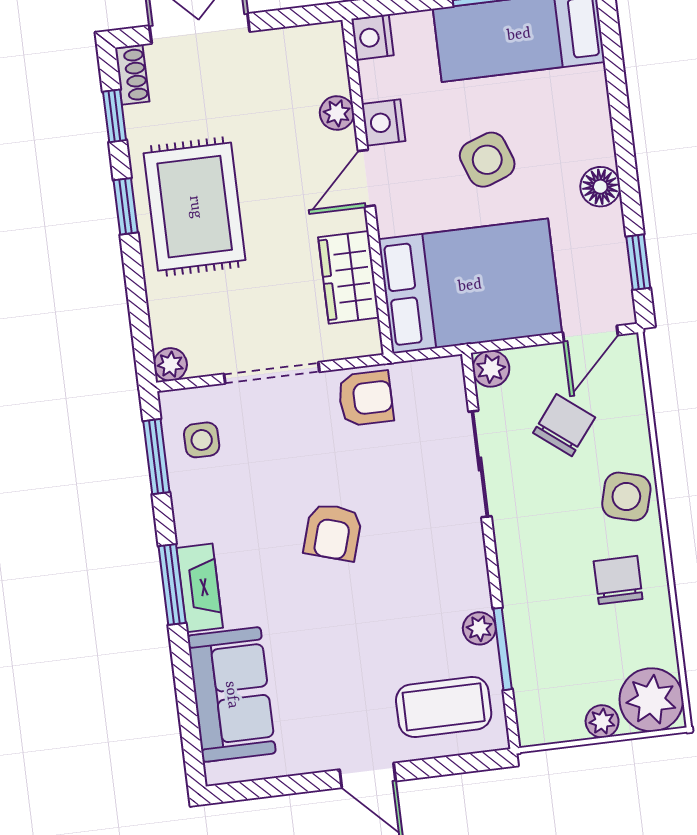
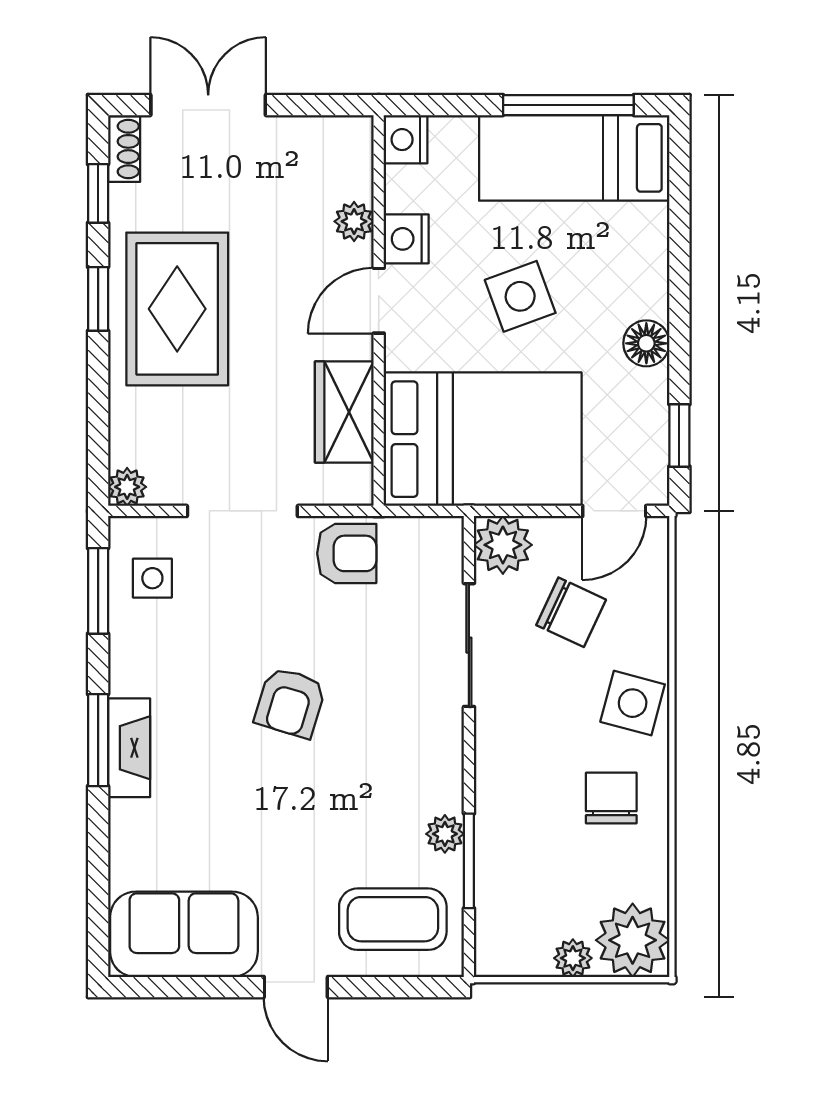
plant: (491, 369) -> (503, 545), width x1.38, depth x1.38
chair: (564, 425) -> (571, 612), turned 77
sofa: (231, 695) -> (184, 934), moved, turned -90

